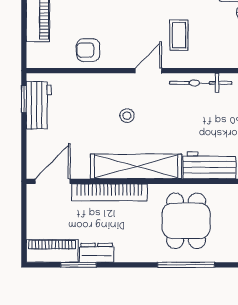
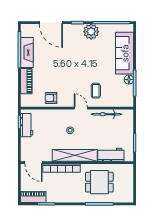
door: (148, 71) -> (81, 108), hinge flipped
door: (53, 181) -> (33, 163), swing flipped
dining table: (186, 221) -> (99, 182), turned 90
dresser: (97, 253) -> (55, 198), removed

